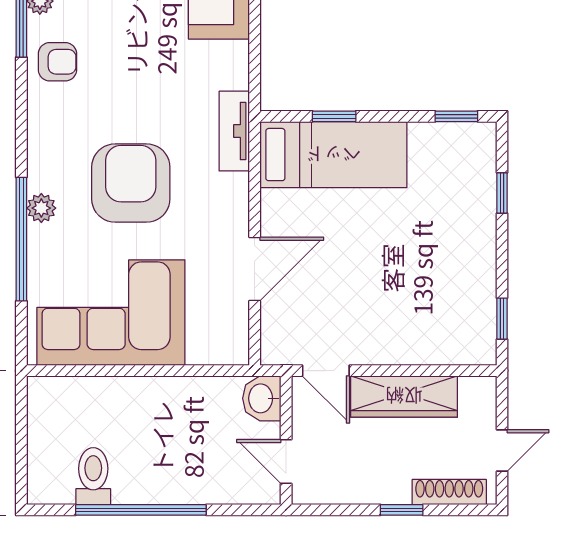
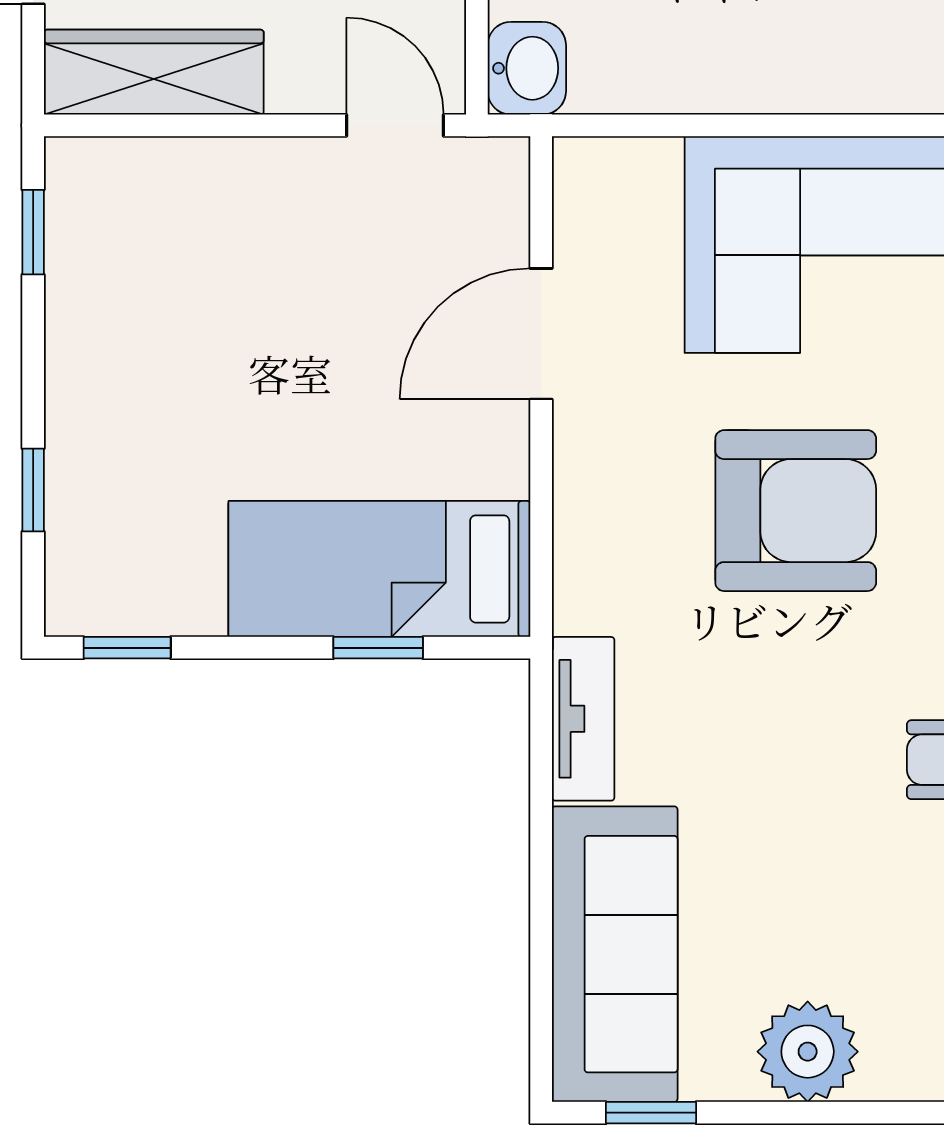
tv unit: (234, 131) -> (583, 719), moved
armchair: (131, 183) -> (796, 511), turned -90
wardrobe: (404, 396) -> (154, 72), moved

